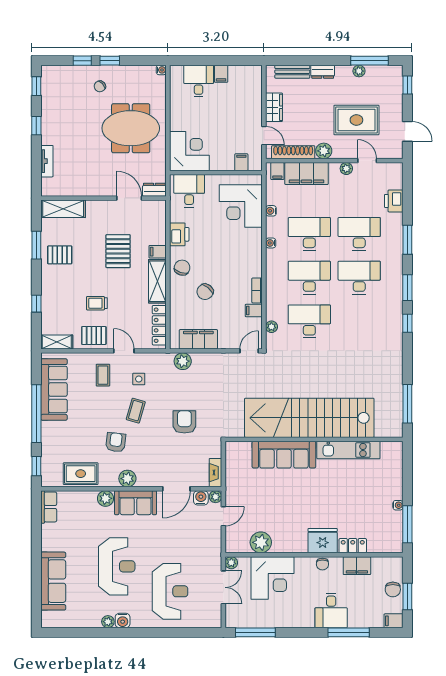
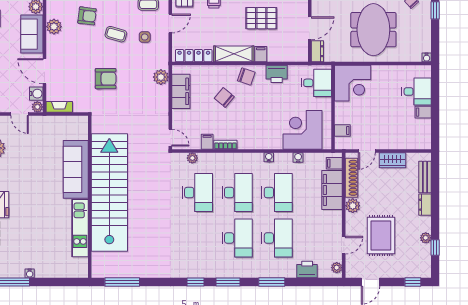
window: (370, 61) -> (435, 247), width x0.46
plant: (346, 169) -> (337, 268), moved

